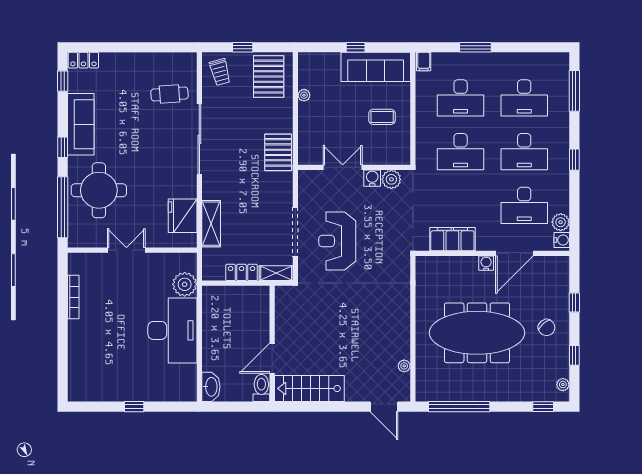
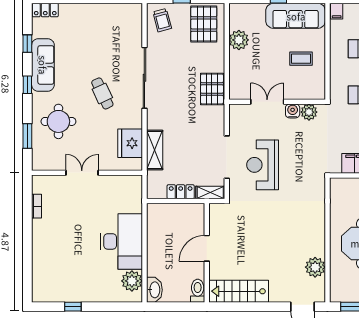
window: (63, 81) -> (27, 44), moved
cafe table: (170, 94) -> (102, 93), moved, turned 69
plant: (304, 95) -> (239, 40), width x1.87, depth x1.87
round table: (99, 190) -> (58, 121), width x0.73, depth x0.73
window: (63, 207) -> (27, 136), width x0.47
plant: (185, 284) -> (132, 281), moved
bookcase: (73, 297) -> (37, 206), width x0.64
door: (272, 358) -> (207, 248), moved
plant: (404, 366) -> (315, 267), width x1.88, depth x1.88
window: (134, 407) -> (73, 307), moved

